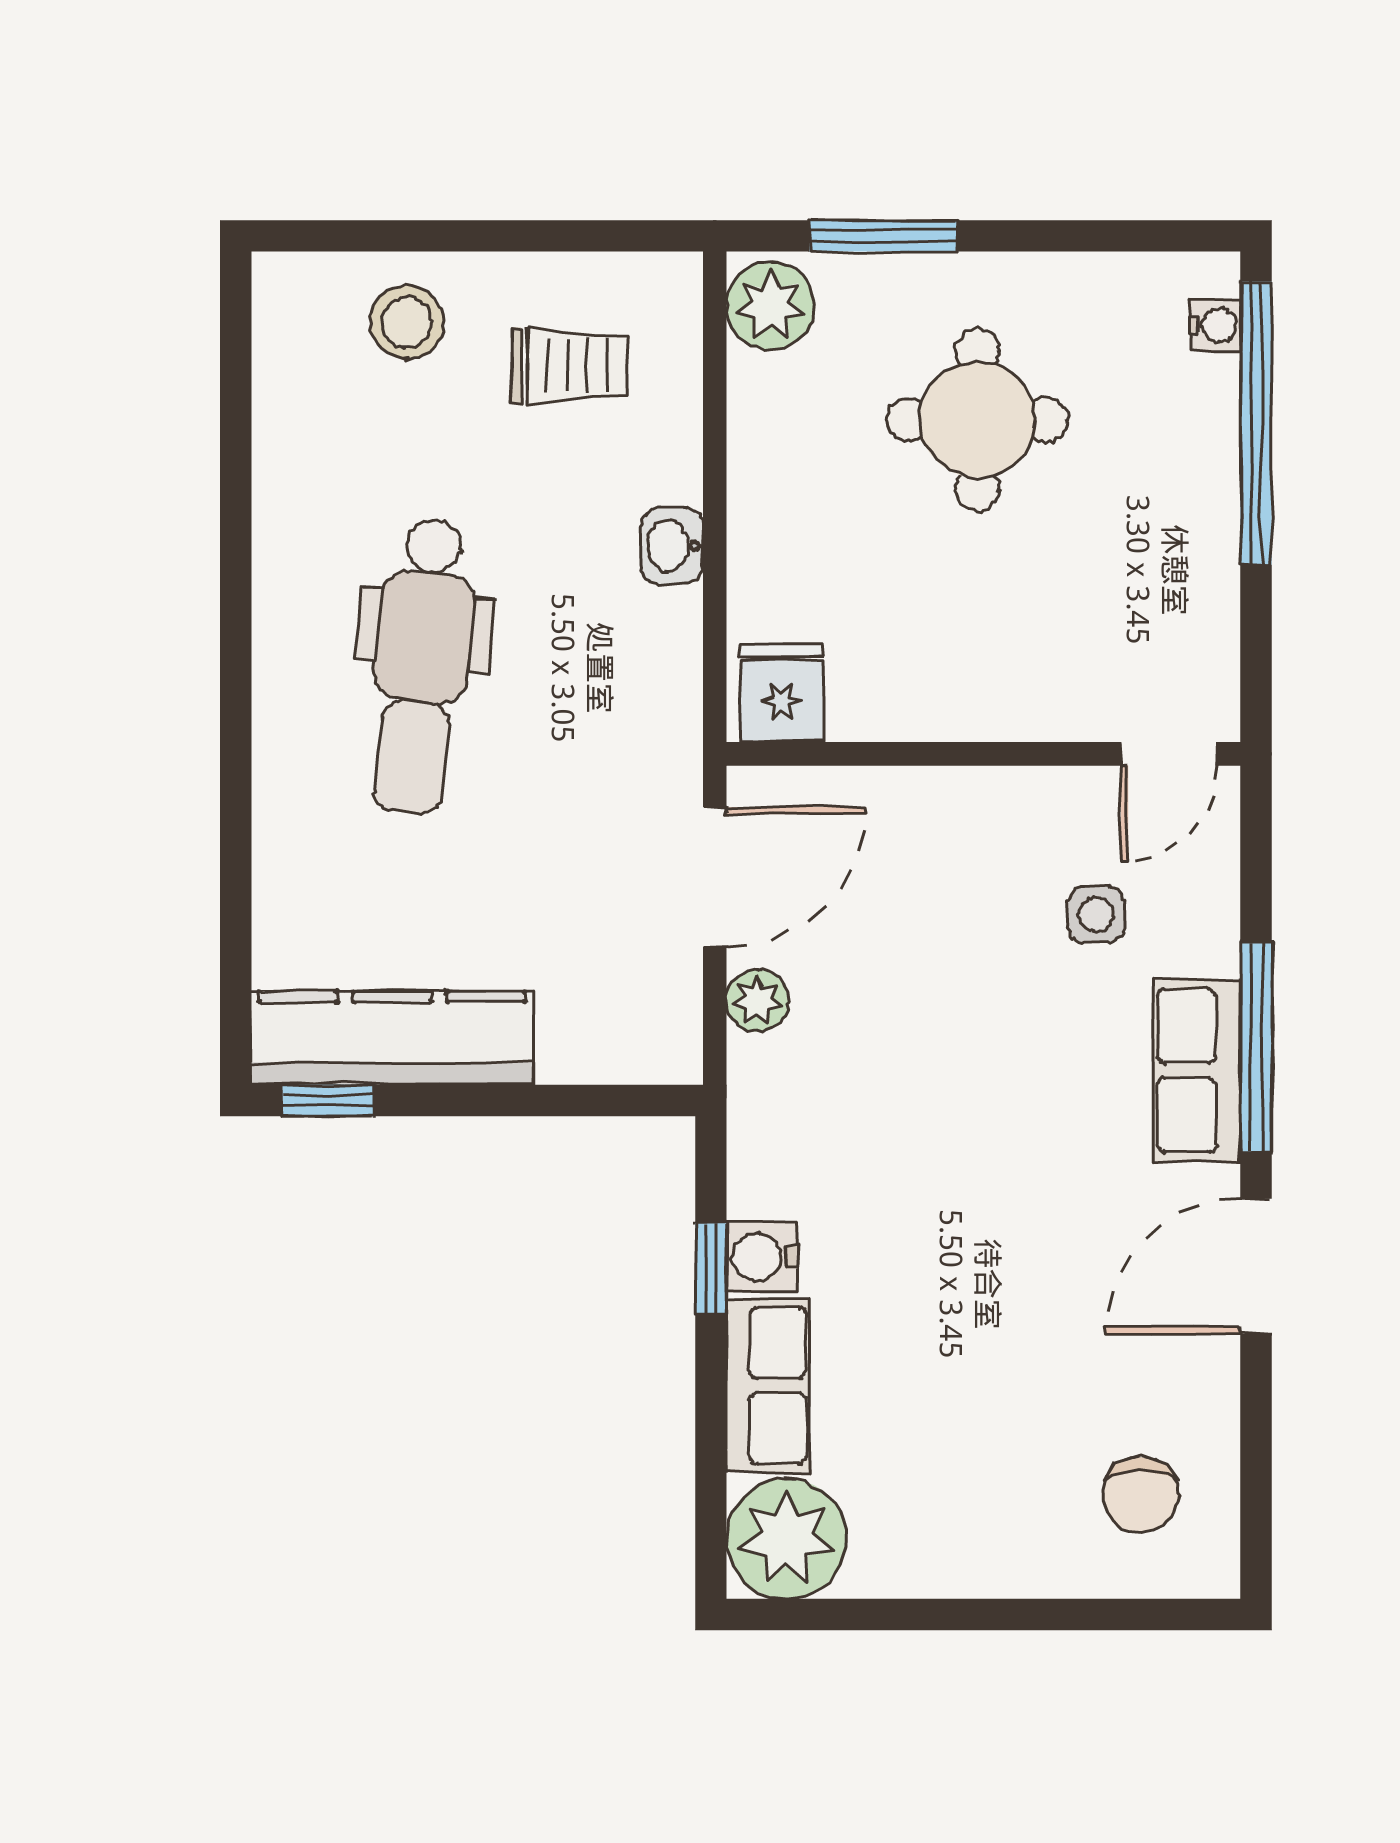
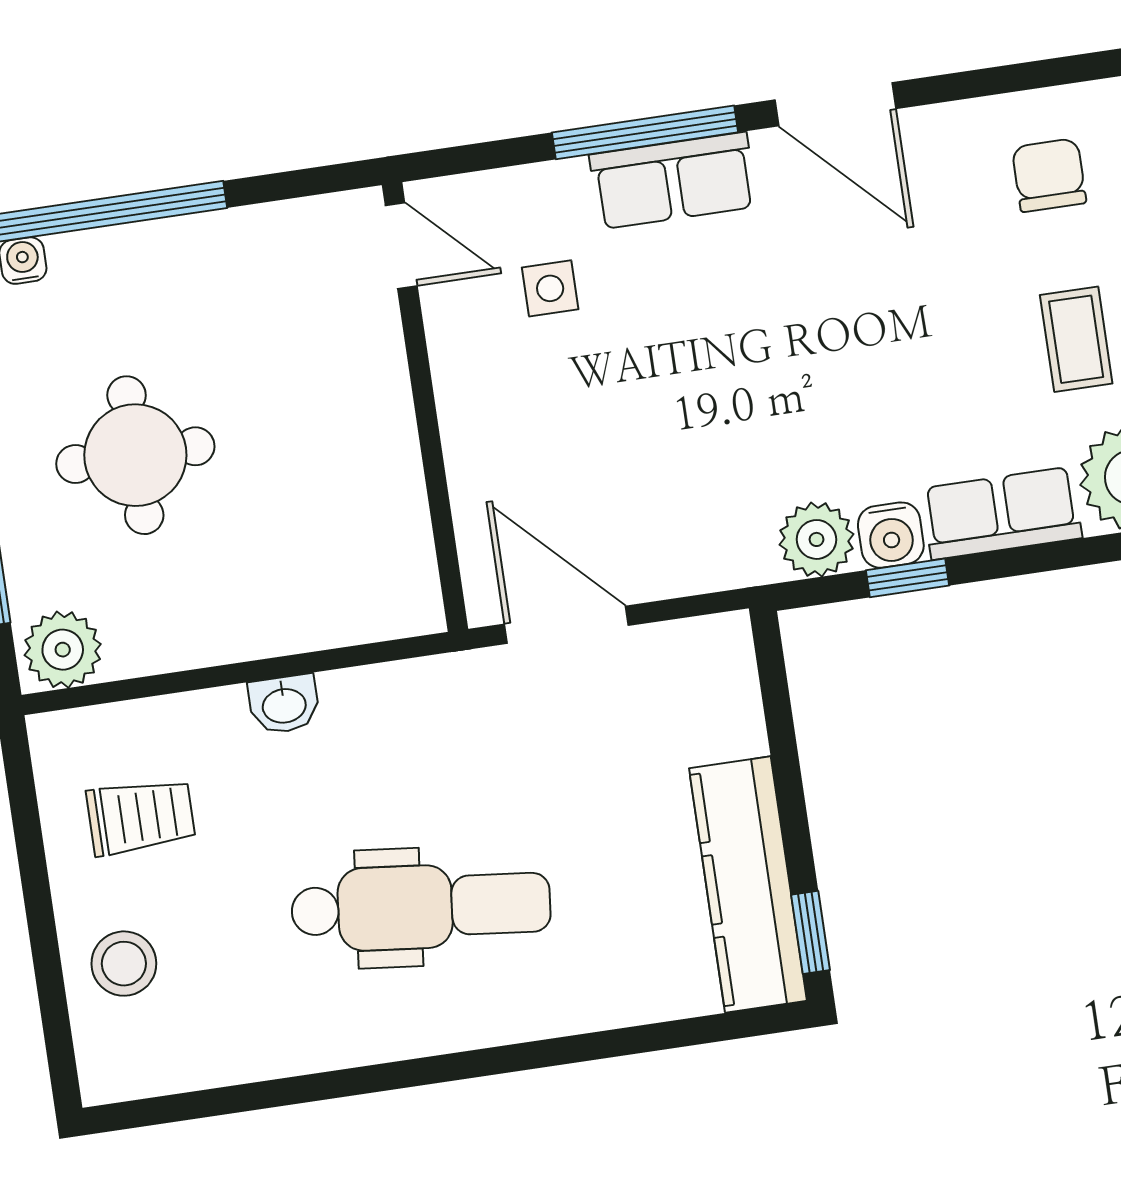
trolley: (569, 366) -> (141, 817), turned 90
fridge: (781, 693) -> (398, 590), removed
plant: (758, 1001) -> (816, 539), moved, width x1.38, depth x1.38
chair: (1141, 1495) -> (1049, 175), turned -90
coffee table: (951, 1498) -> (1076, 339), added

